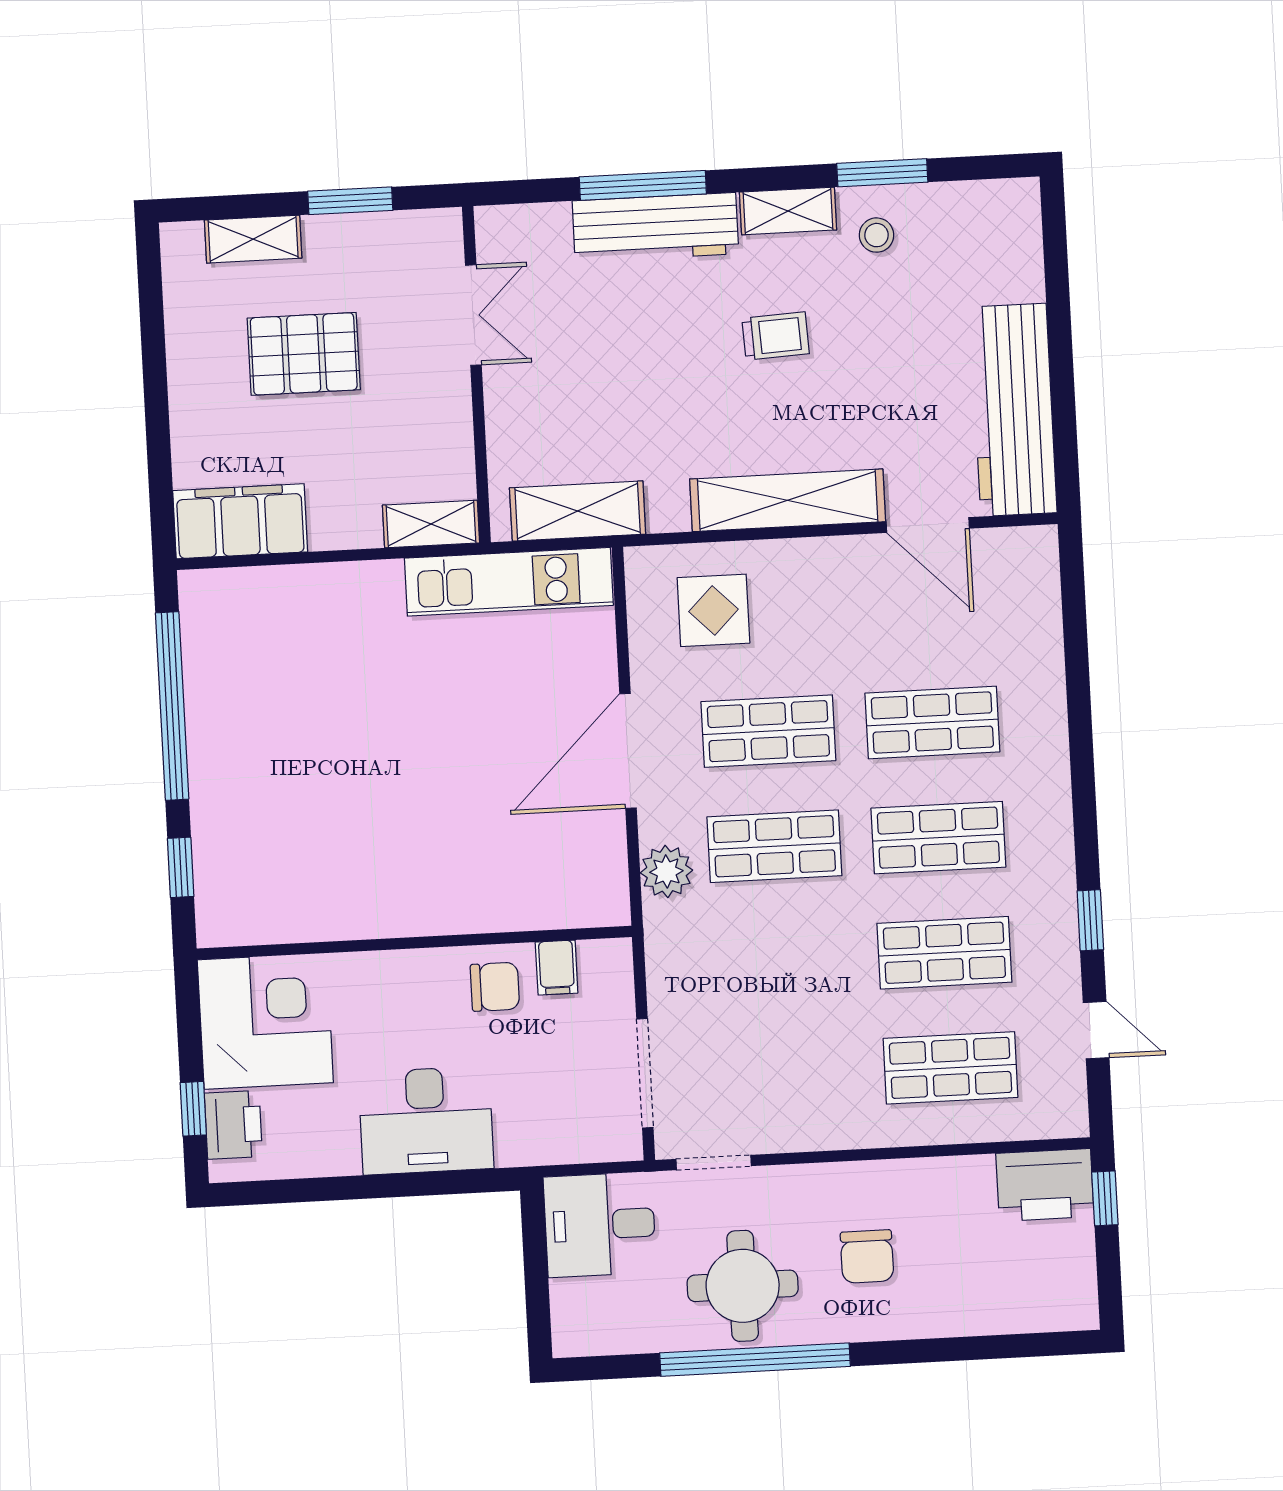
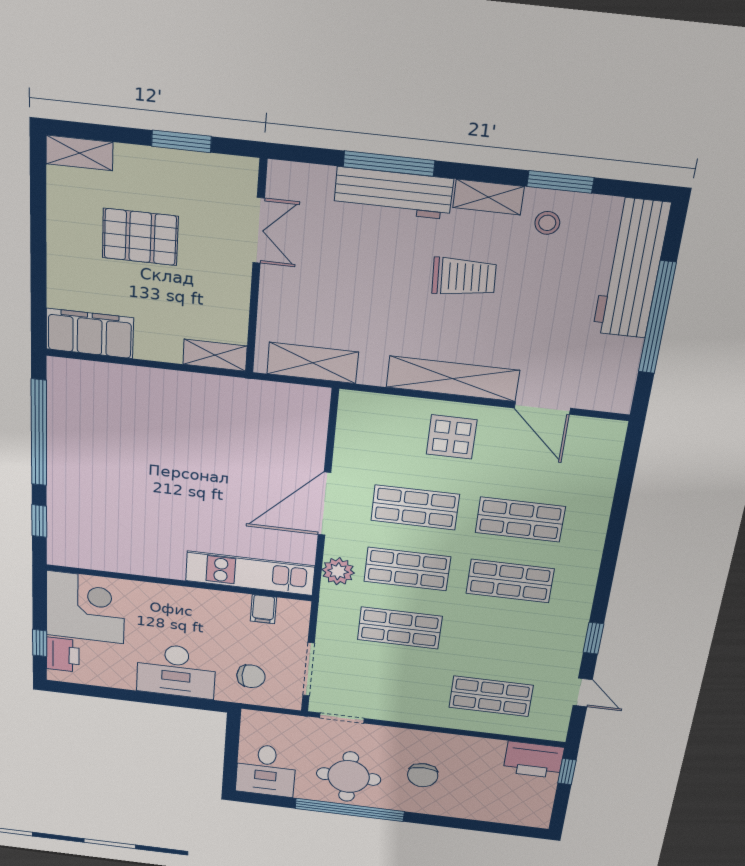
shelving: (253, 239) -> (79, 153), moved
trolley: (776, 336) -> (464, 277), width x1.36, depth x1.39
window: (1061, 351) -> (657, 318), added
workbench: (1014, 410) -> (631, 269), moved
kitchen unit: (509, 582) -> (250, 573), moved, turned 180
display table: (713, 610) -> (452, 437), moved
shop shelf: (944, 953) -> (400, 628), moved
chair: (495, 987) -> (251, 676), moved
desk: (600, 1225) -> (266, 770), moved, turned -90

